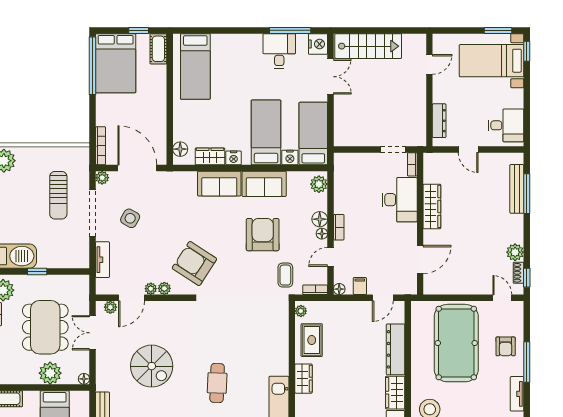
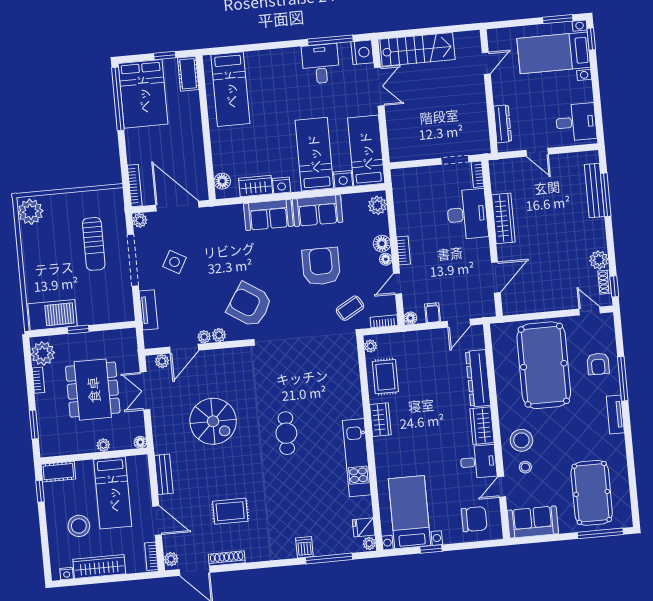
coffee table: (285, 275) -> (350, 308), turned 60
plant: (50, 373) -> (103, 445), width x0.53, depth x0.53

